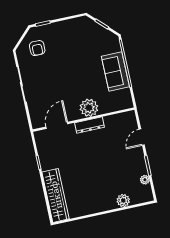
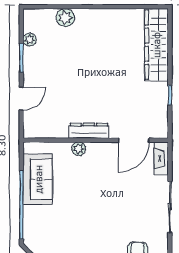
sofa: (115, 72) -> (38, 179), moved
plant: (89, 108) -> (79, 149), width x0.53, depth x0.53
fireplace: (35, 117) -> (161, 158), added

